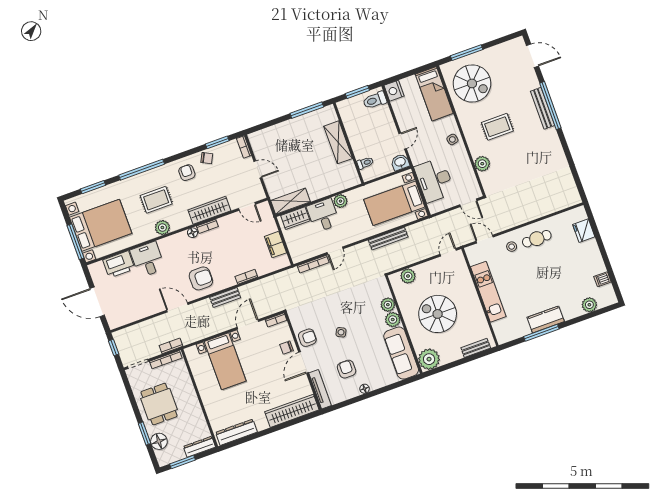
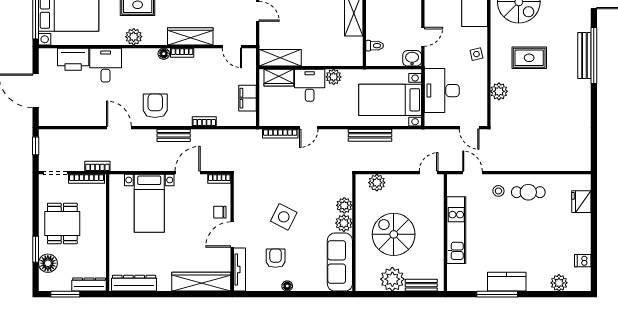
armchair: (201, 278) -> (155, 106), turned -90
side table: (341, 332) -> (284, 217), width x1.87, depth x1.87
armchair: (307, 338) -> (246, 210), removed
plant: (429, 359) -> (392, 279), moved

